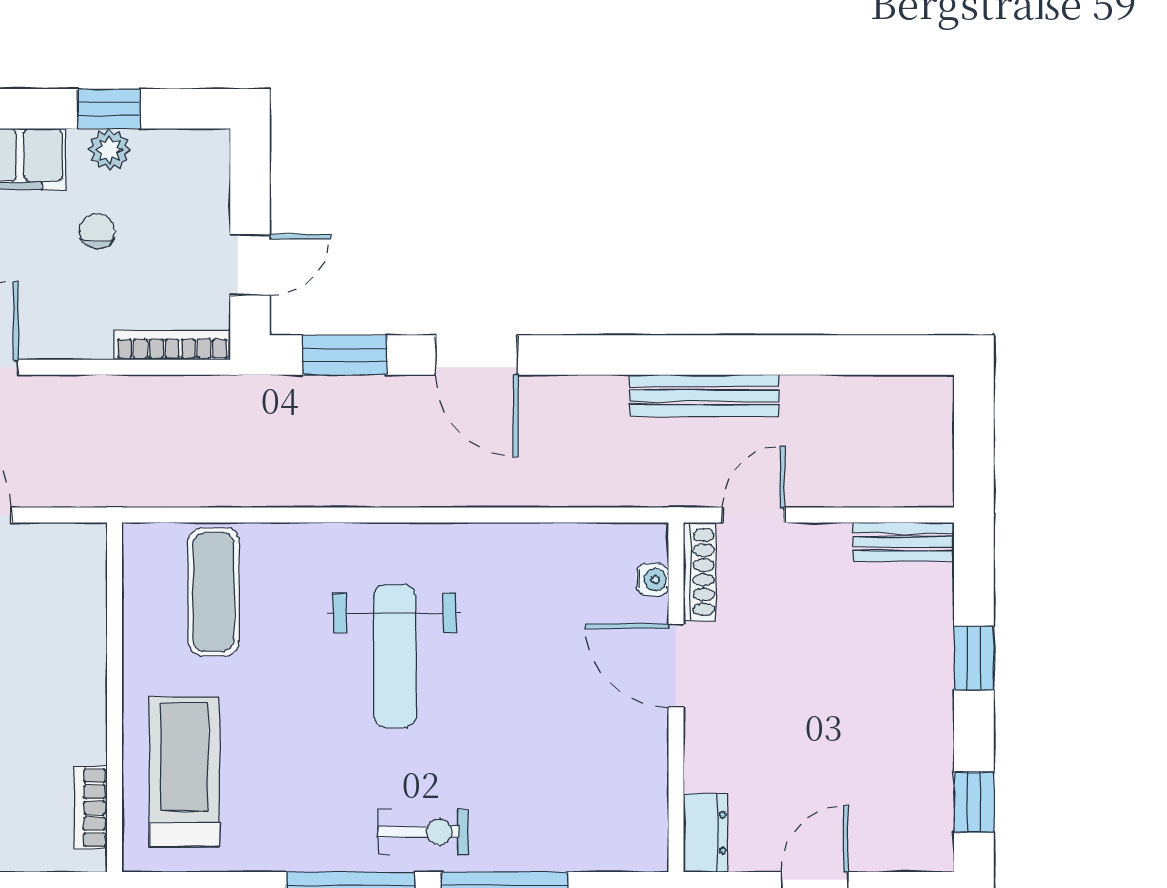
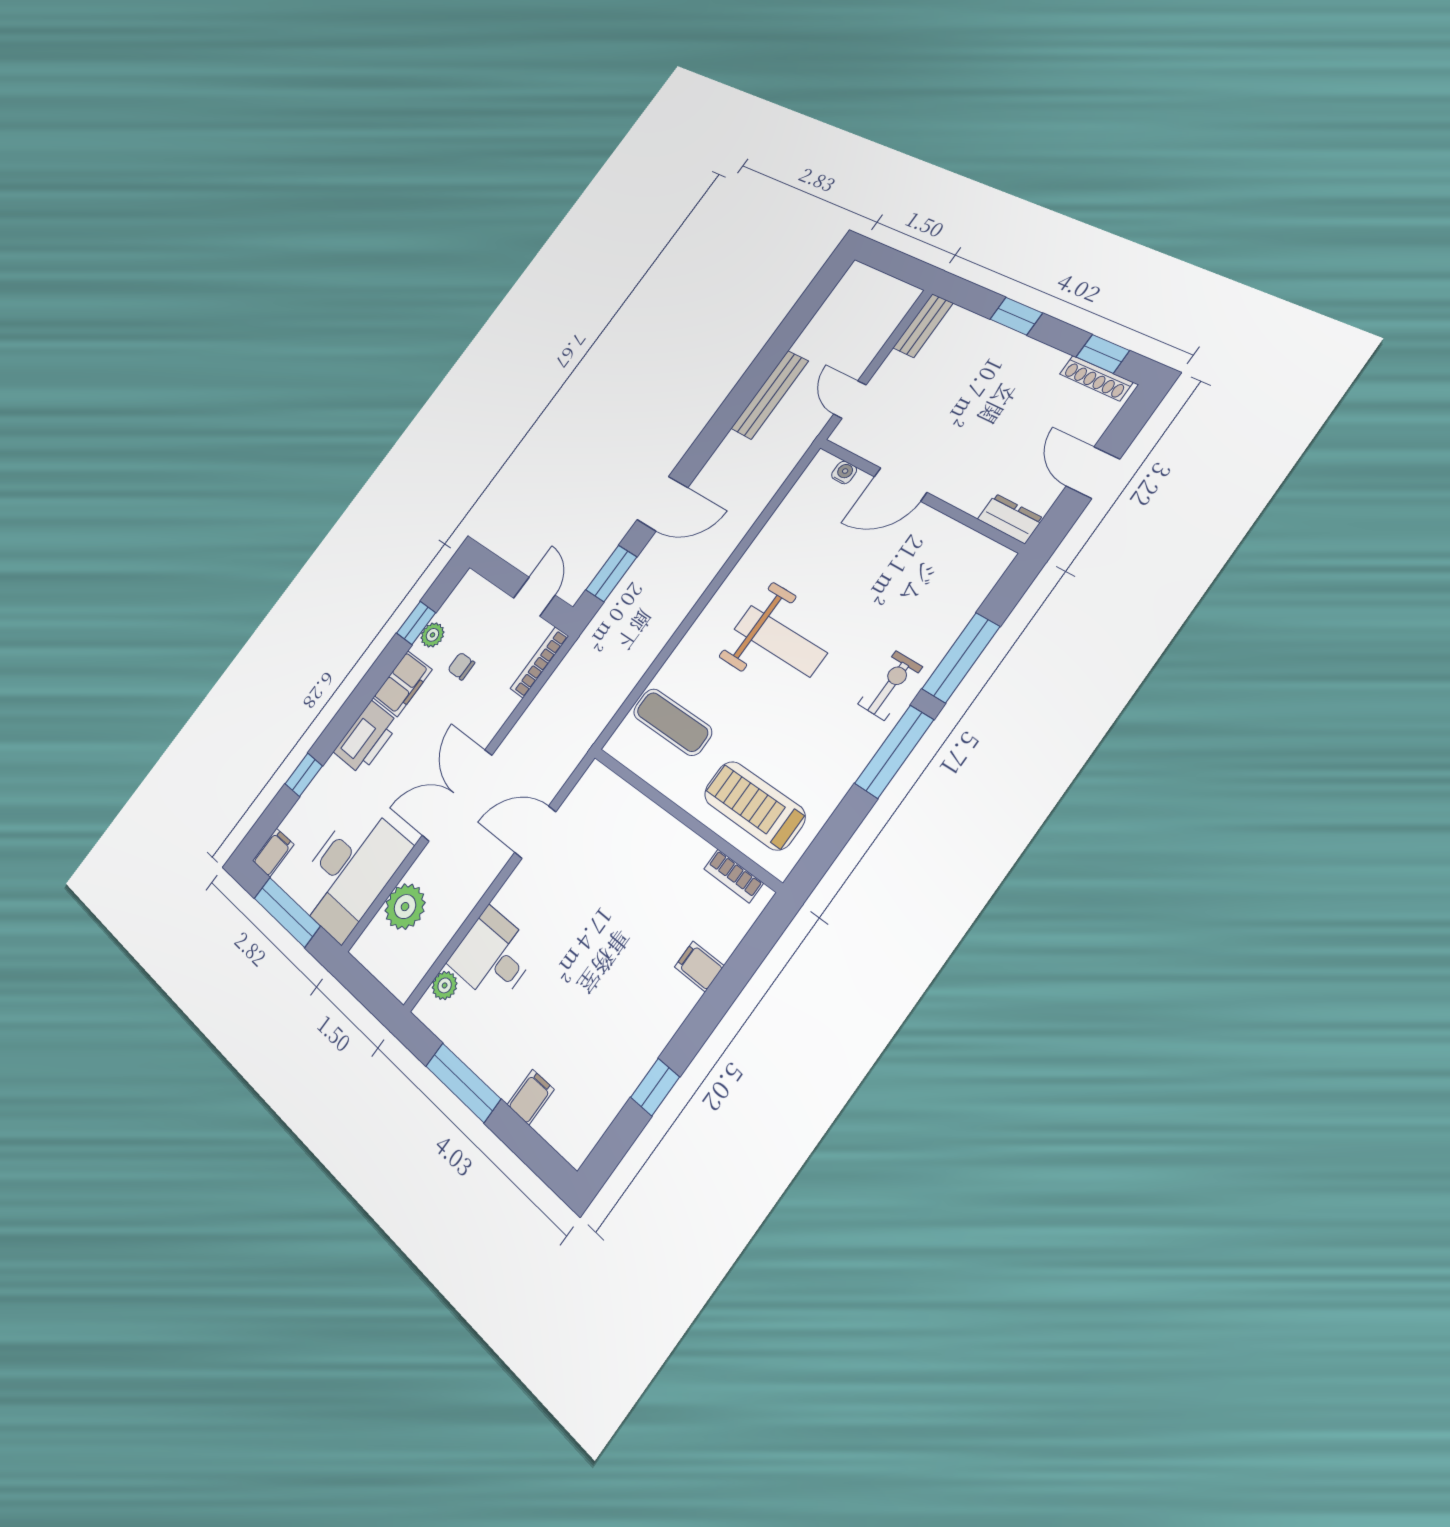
shoe rack: (700, 572) -> (1096, 378), moved, turned 180

